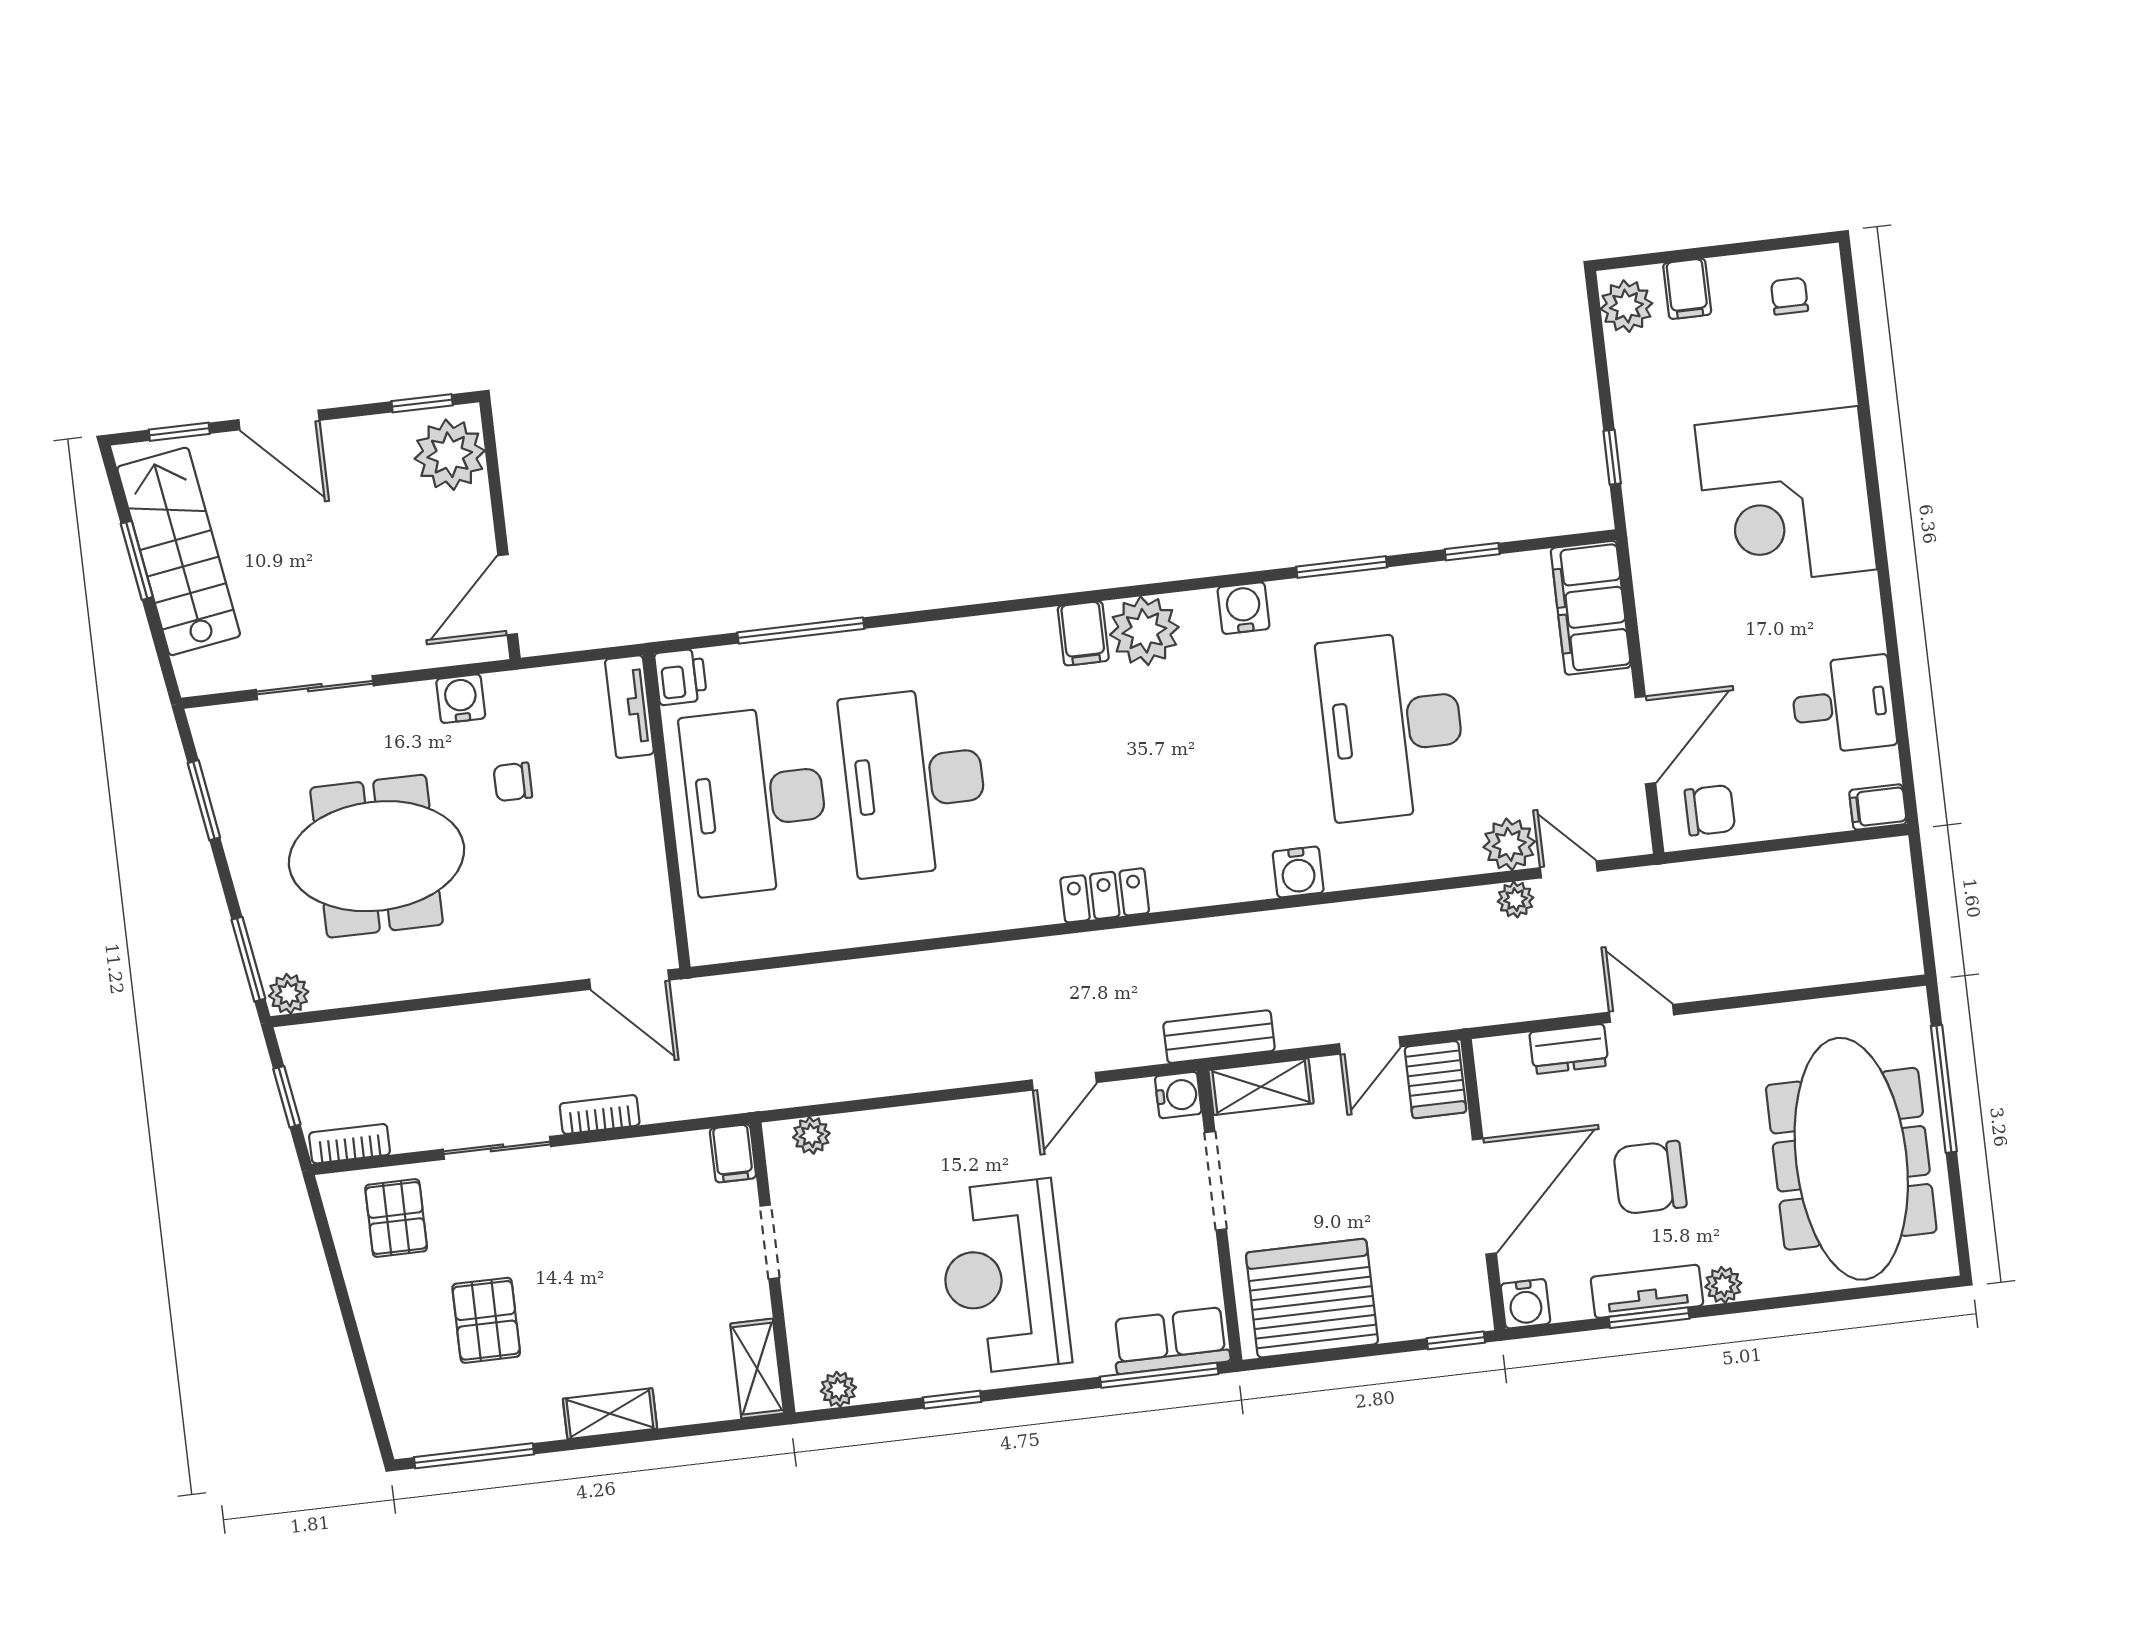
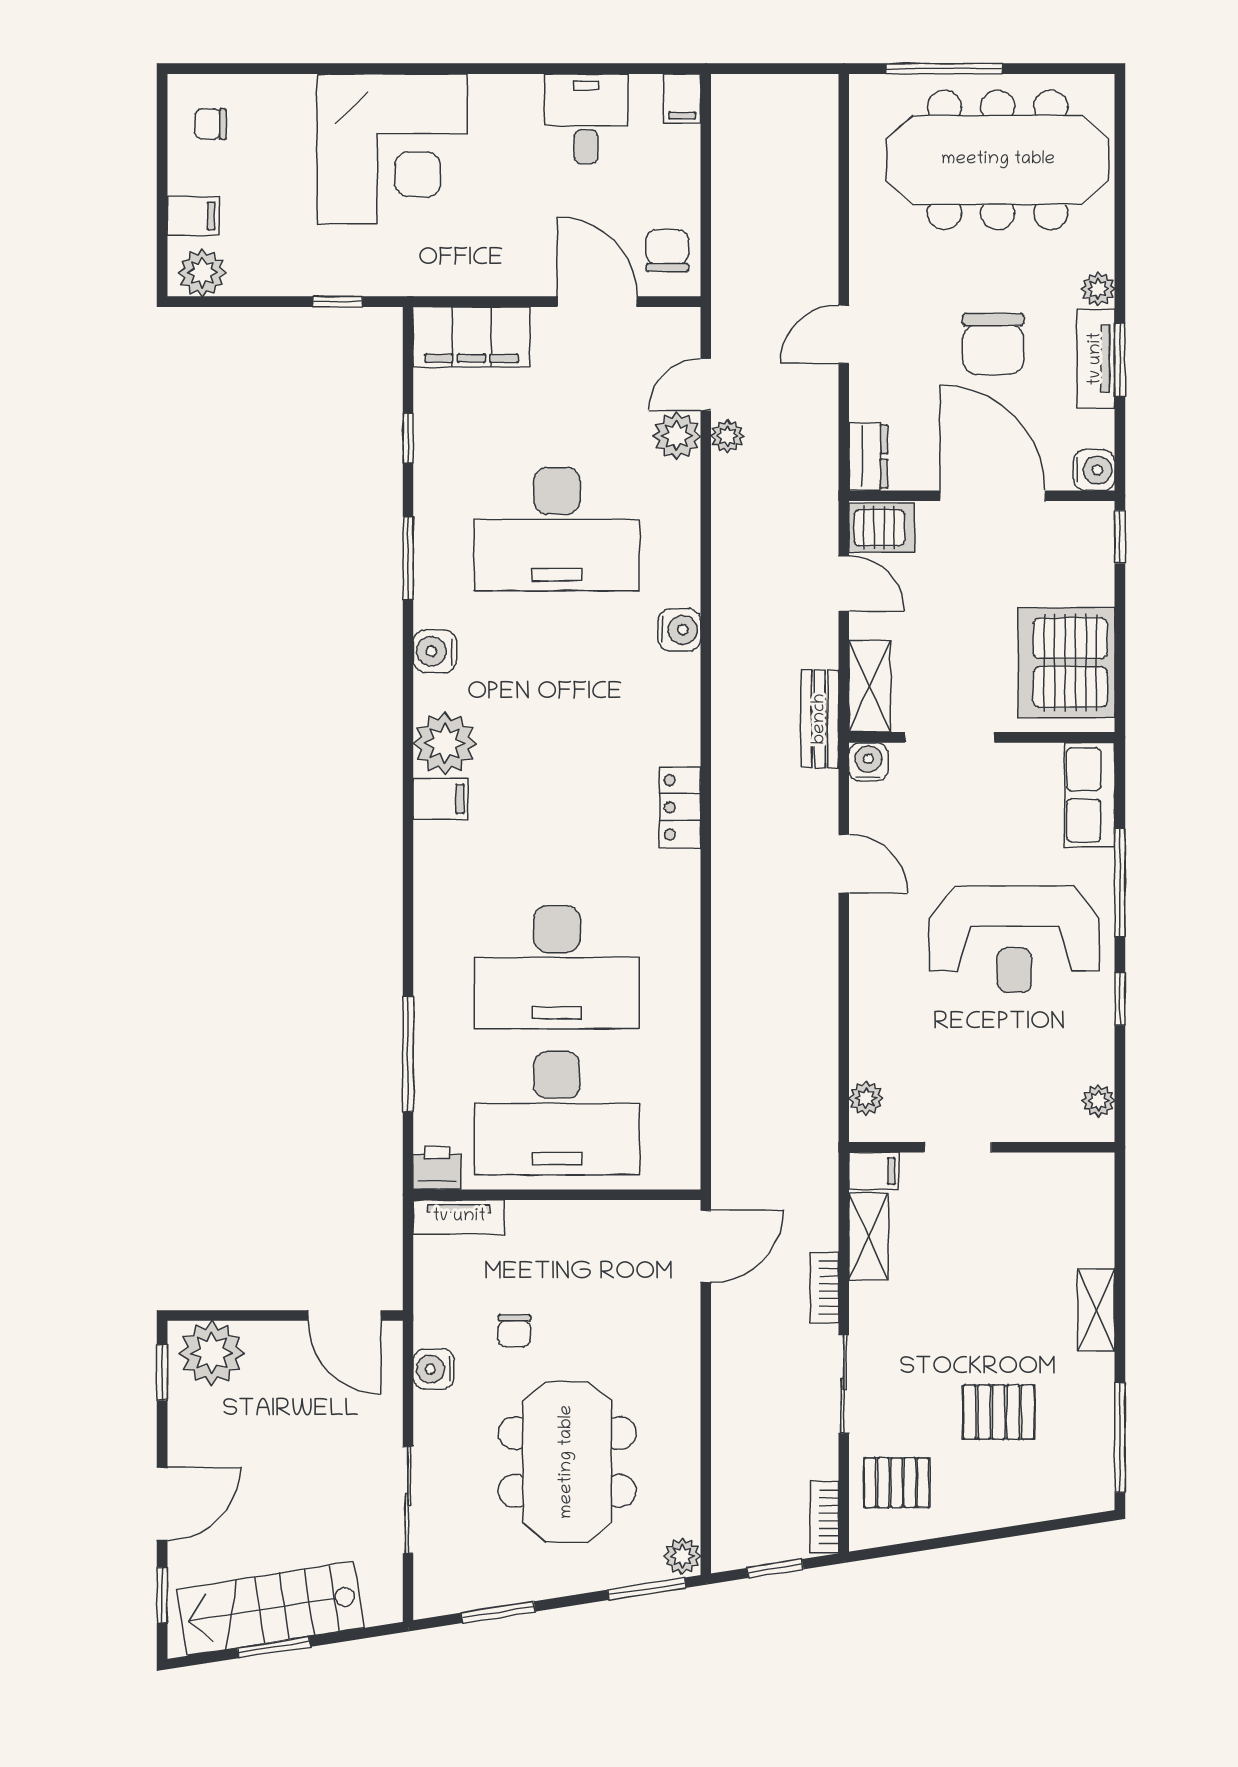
dresser: (1569, 1049) -> (868, 456), moved
shelving: (757, 1369) -> (869, 1237), moved, turned 90
window: (1159, 1375) -> (1120, 883), moved

